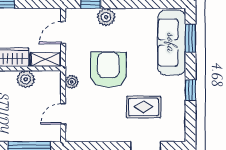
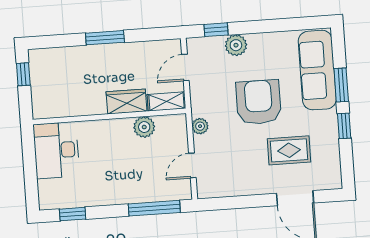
window: (190, 38) -> (341, 85), moved
armchair: (108, 70) -> (259, 102), moved

